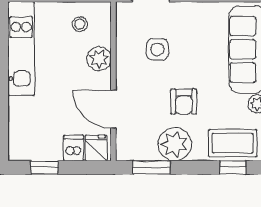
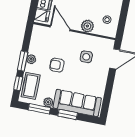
door: (113, 109) -> (60, 28), hinge flipped
plant: (175, 144) -> (31, 59), width x0.53, depth x0.53
window: (152, 167) -> (23, 61), moved

